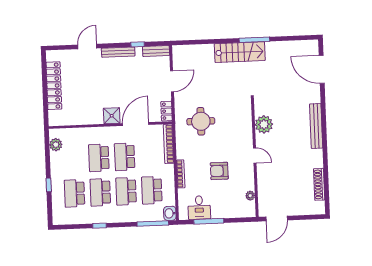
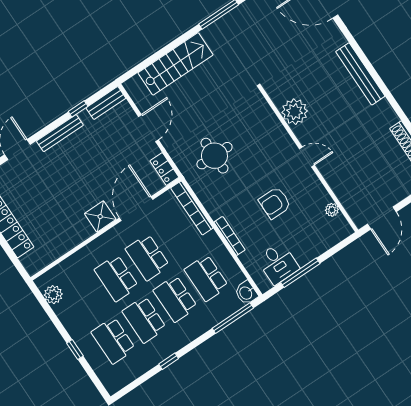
stairs: (240, 52) -> (176, 64), moved

